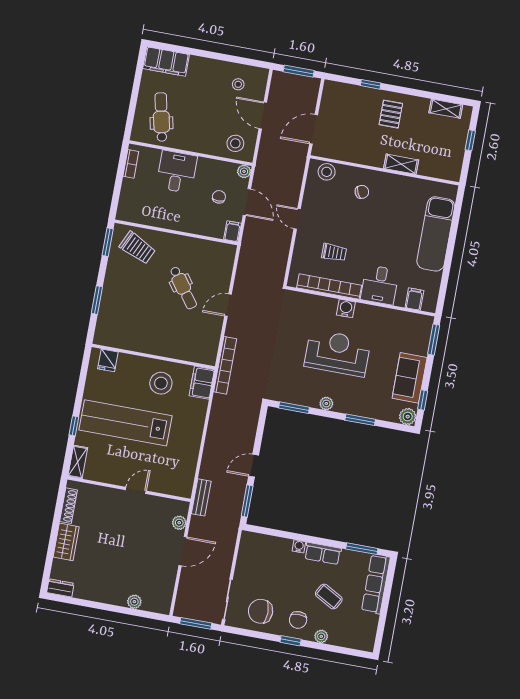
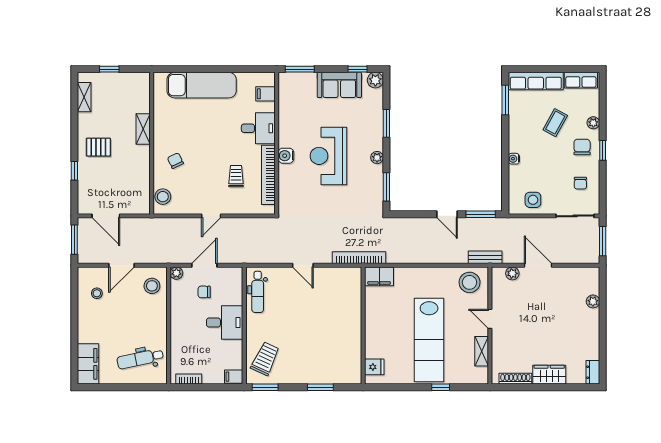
door: (314, 129) -> (106, 216), moved
desk: (177, 172) -> (225, 323), moved, turned 180
filing cabinet: (233, 231) -> (234, 377), moved
dental chair: (183, 288) -> (258, 292), moved, turned 126
stool: (161, 383) -> (470, 282), moved
shelving: (78, 462) -> (482, 351), moved, turned 90
row of seats: (323, 553) -> (581, 80), moved, turned 90
side table: (252, 558) -> (533, 200), added
chair: (261, 611) -> (580, 183), width x0.54, depth x0.54
chair: (298, 620) -> (582, 147), turned -90

